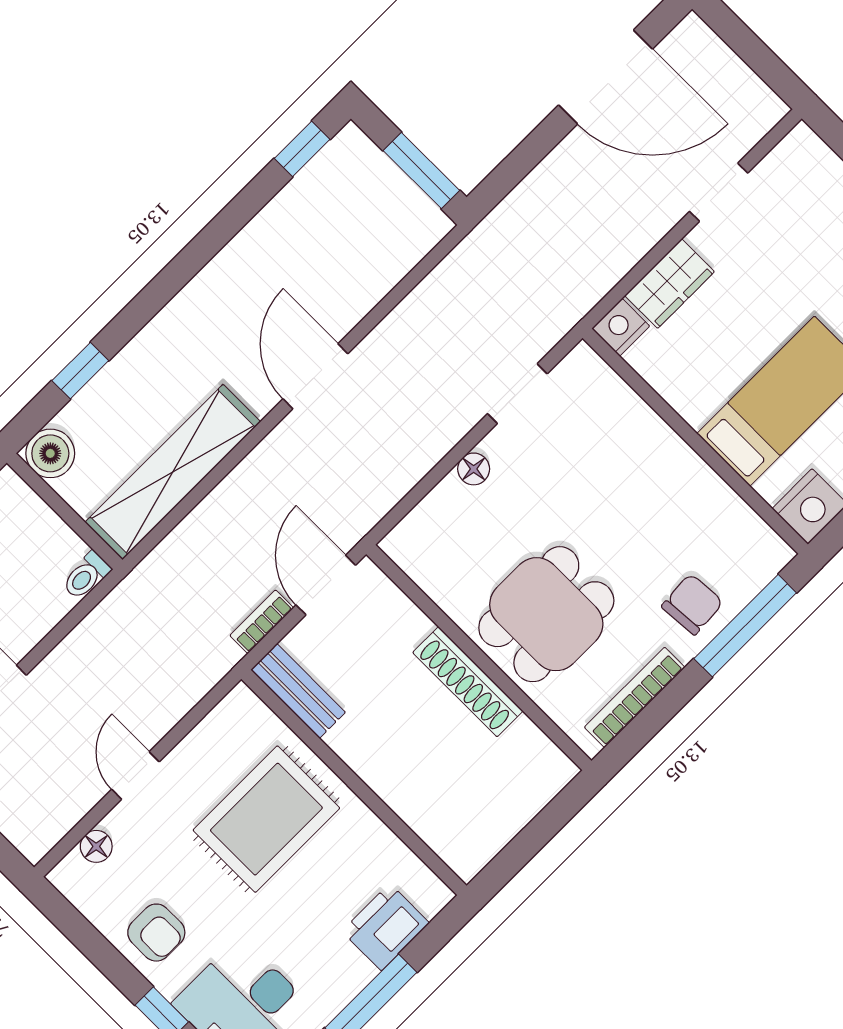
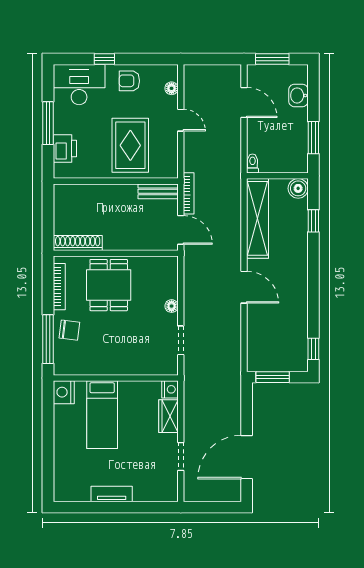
chair: (692, 604) -> (69, 330), turned -79
bookcase: (262, 622) -> (189, 193), width x1.56
shoe rack: (468, 682) -> (78, 243), moved

